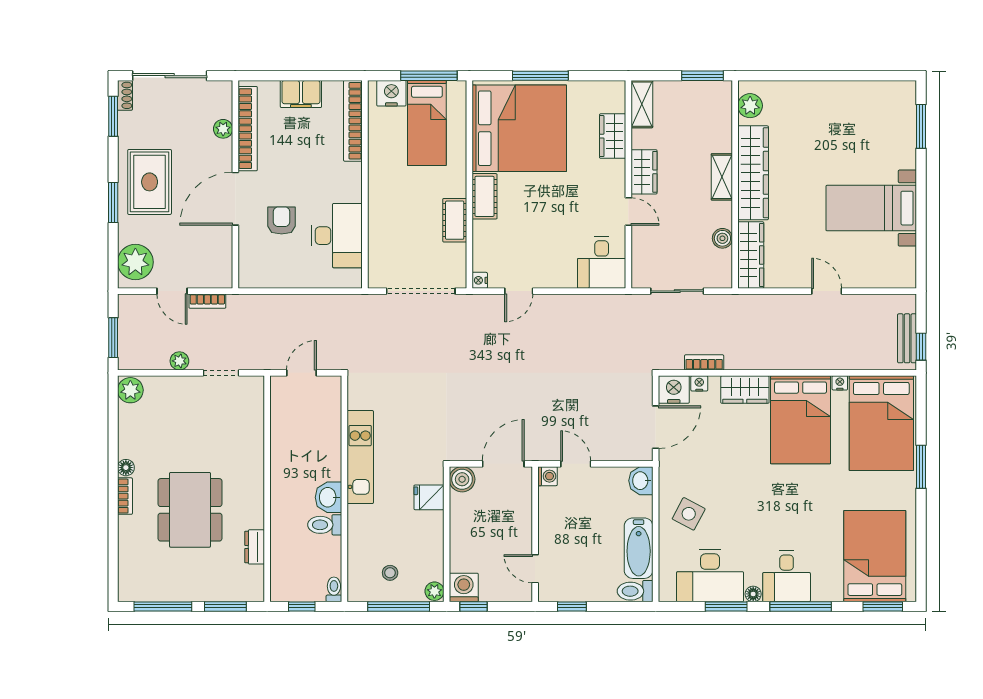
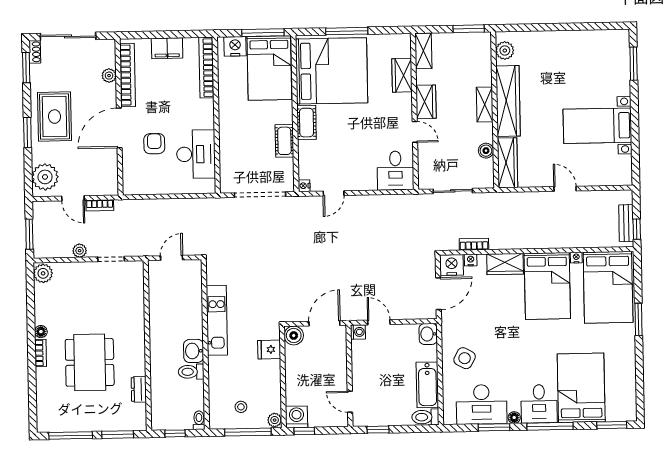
bed: (427, 123) -> (269, 68), width x1.50
bed: (875, 556) -> (581, 388), moved

